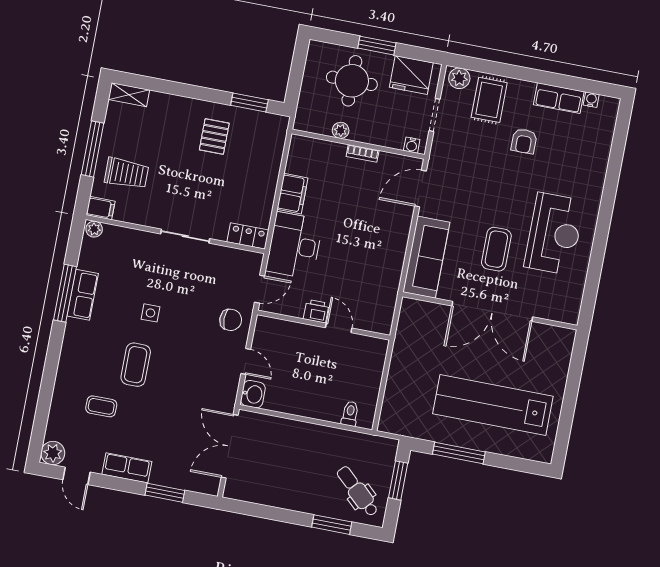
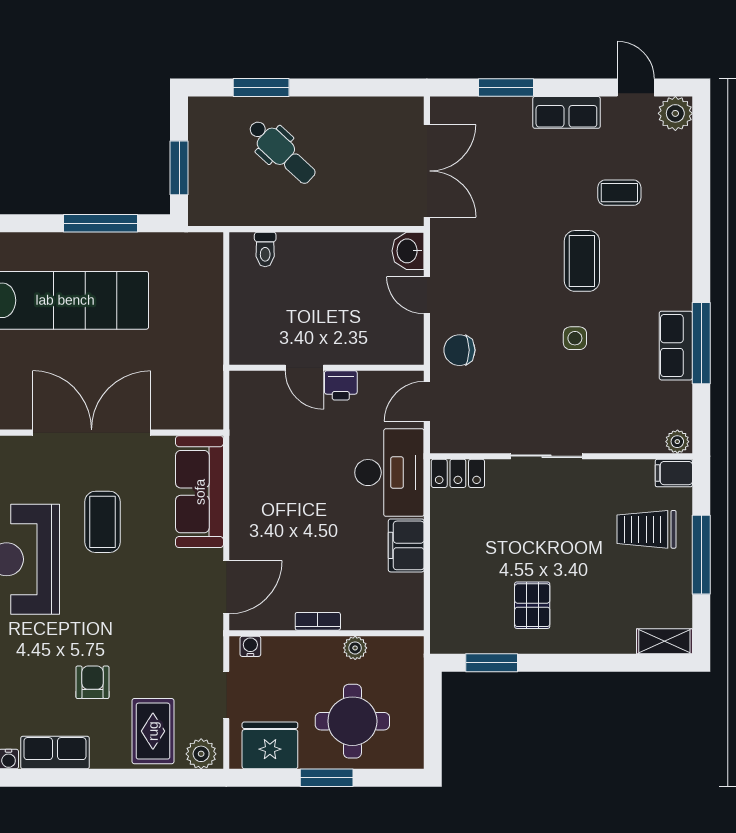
dental chair: (358, 491) -> (282, 152), moved

